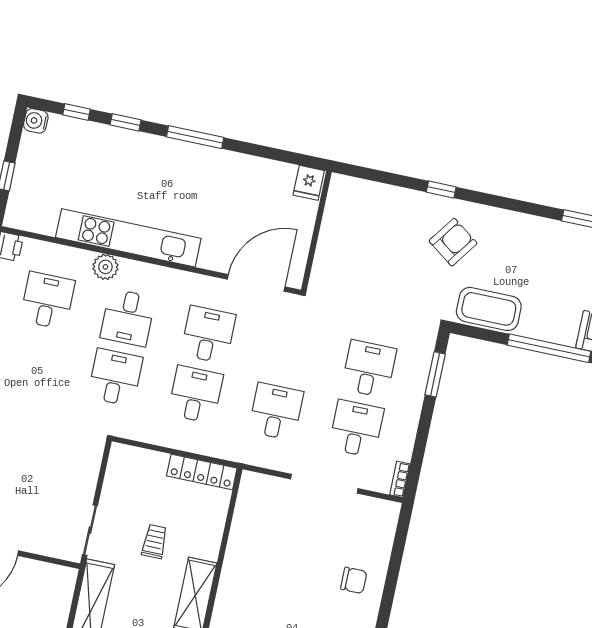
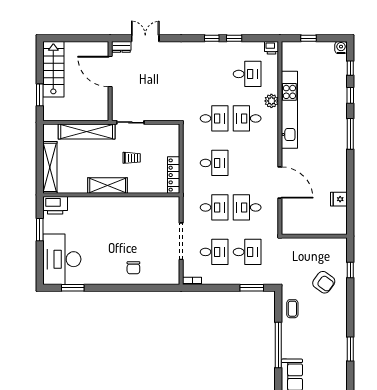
wall: (316, 231) -> (314, 236), moved
coffee table: (489, 309) -> (292, 309), width x0.54, depth x0.58
desk: (208, 335) -> (247, 207), moved, turned 180

